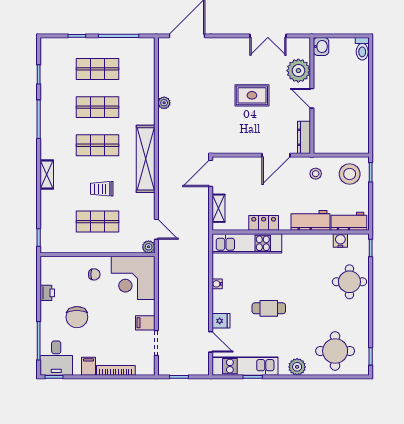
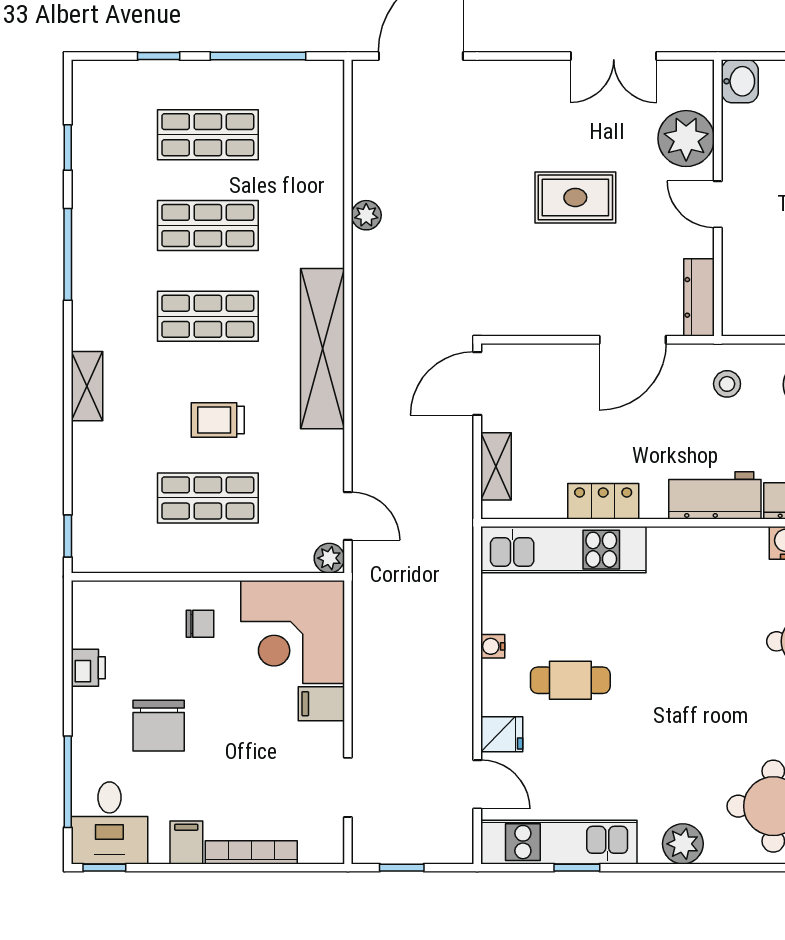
cafe table: (269, 308) -> (570, 680), moved
filing cabinet: (145, 323) -> (321, 704), moved

